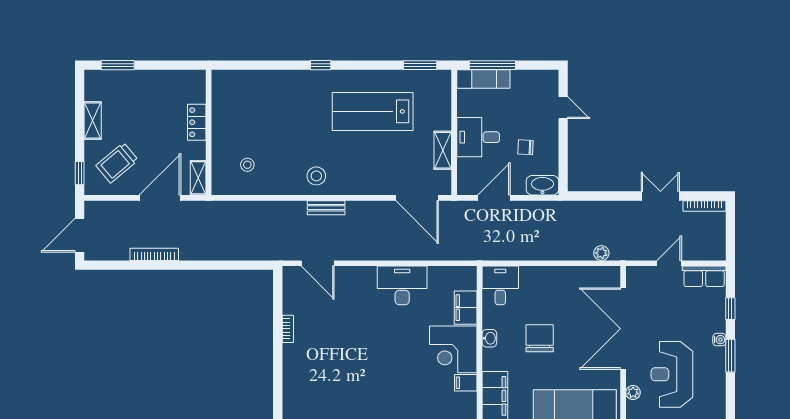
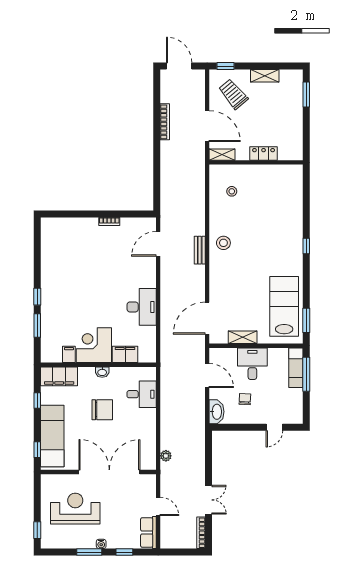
lab bench: (373, 111) -> (284, 306), moved
desk: (500, 285) -> (142, 394), moved
plant: (633, 392) -> (62, 479), removed

